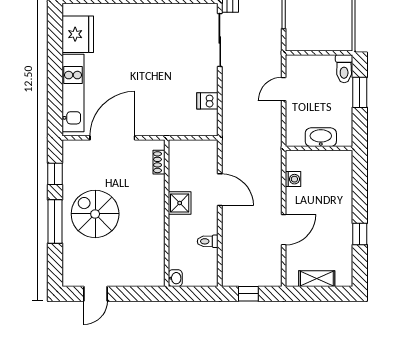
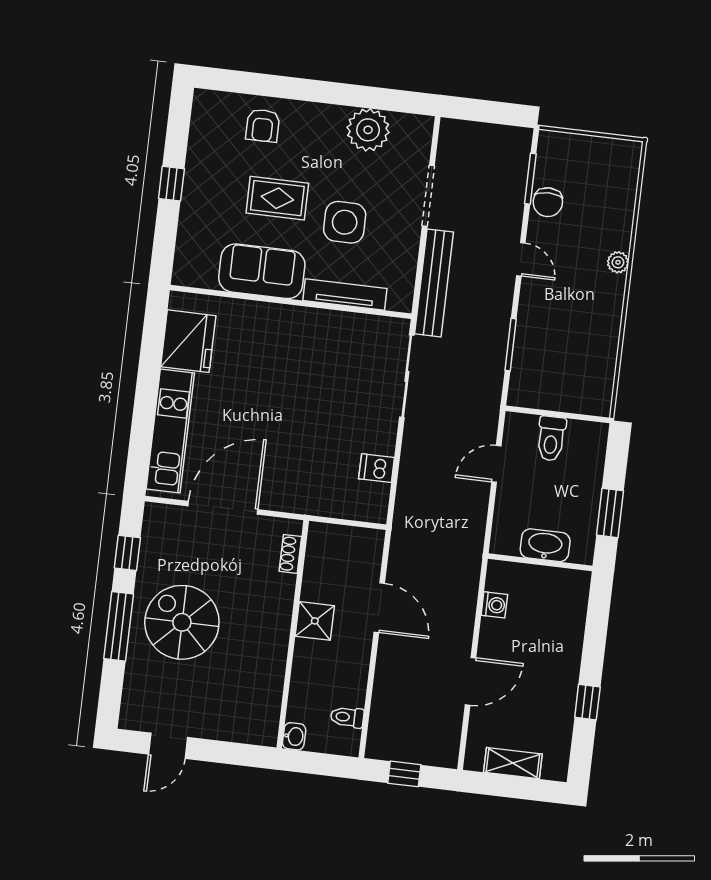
toilet: (344, 69) -> (551, 439), moved
window: (360, 92) -> (610, 513), moved
toilet: (208, 241) -> (347, 717), moved

